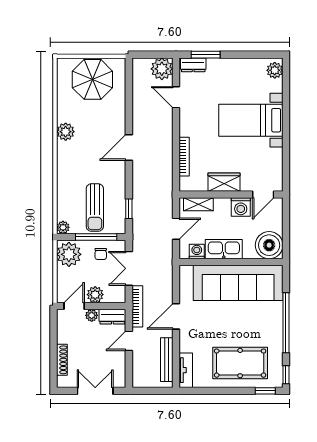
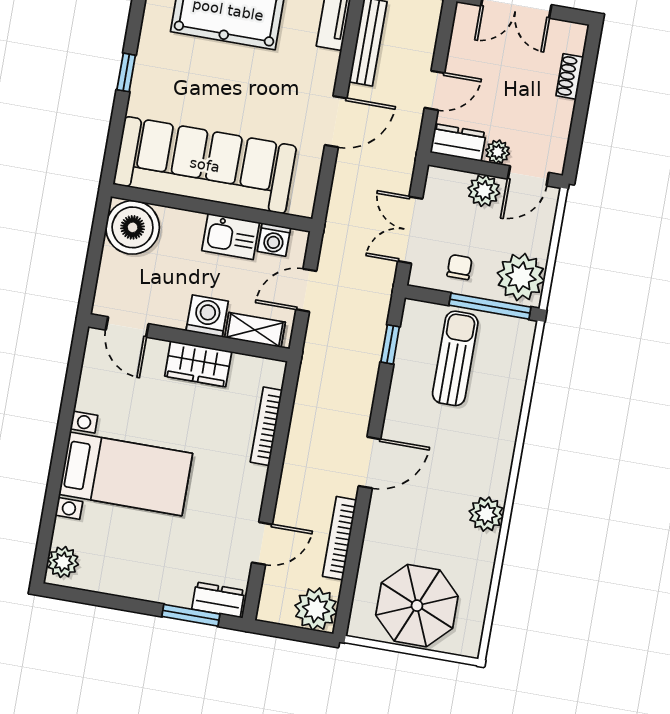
plant: (162, 69) -> (316, 609), moved
door: (176, 97) -> (262, 543), hinge flipped
door: (263, 194) -> (127, 327), swing flipped
washing machine: (241, 207) -> (207, 316), moved
plant: (63, 227) -> (523, 331), removed
window: (96, 237) -> (490, 306), moved
kitchen sink: (224, 249) -> (231, 237), width x0.73
double door: (129, 268) -> (410, 230), swing flipped
bookcase: (137, 306) -> (340, 538), moved
window: (286, 323) -> (126, 72), width x0.32
shoe rack: (62, 360) -> (570, 76), width x0.70

